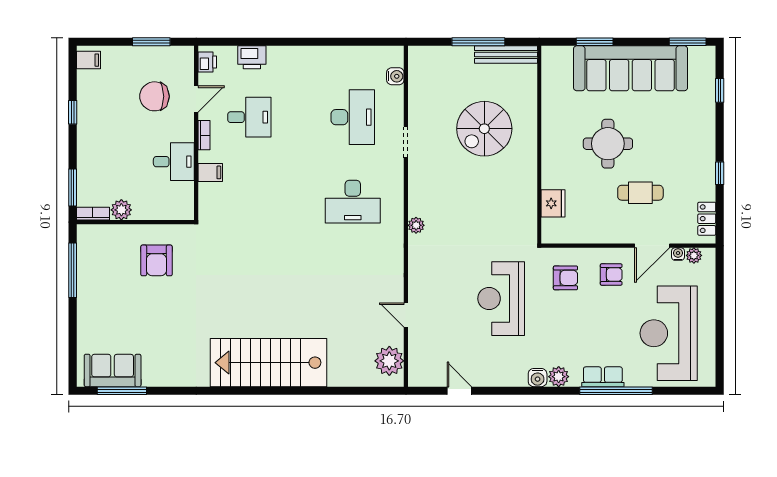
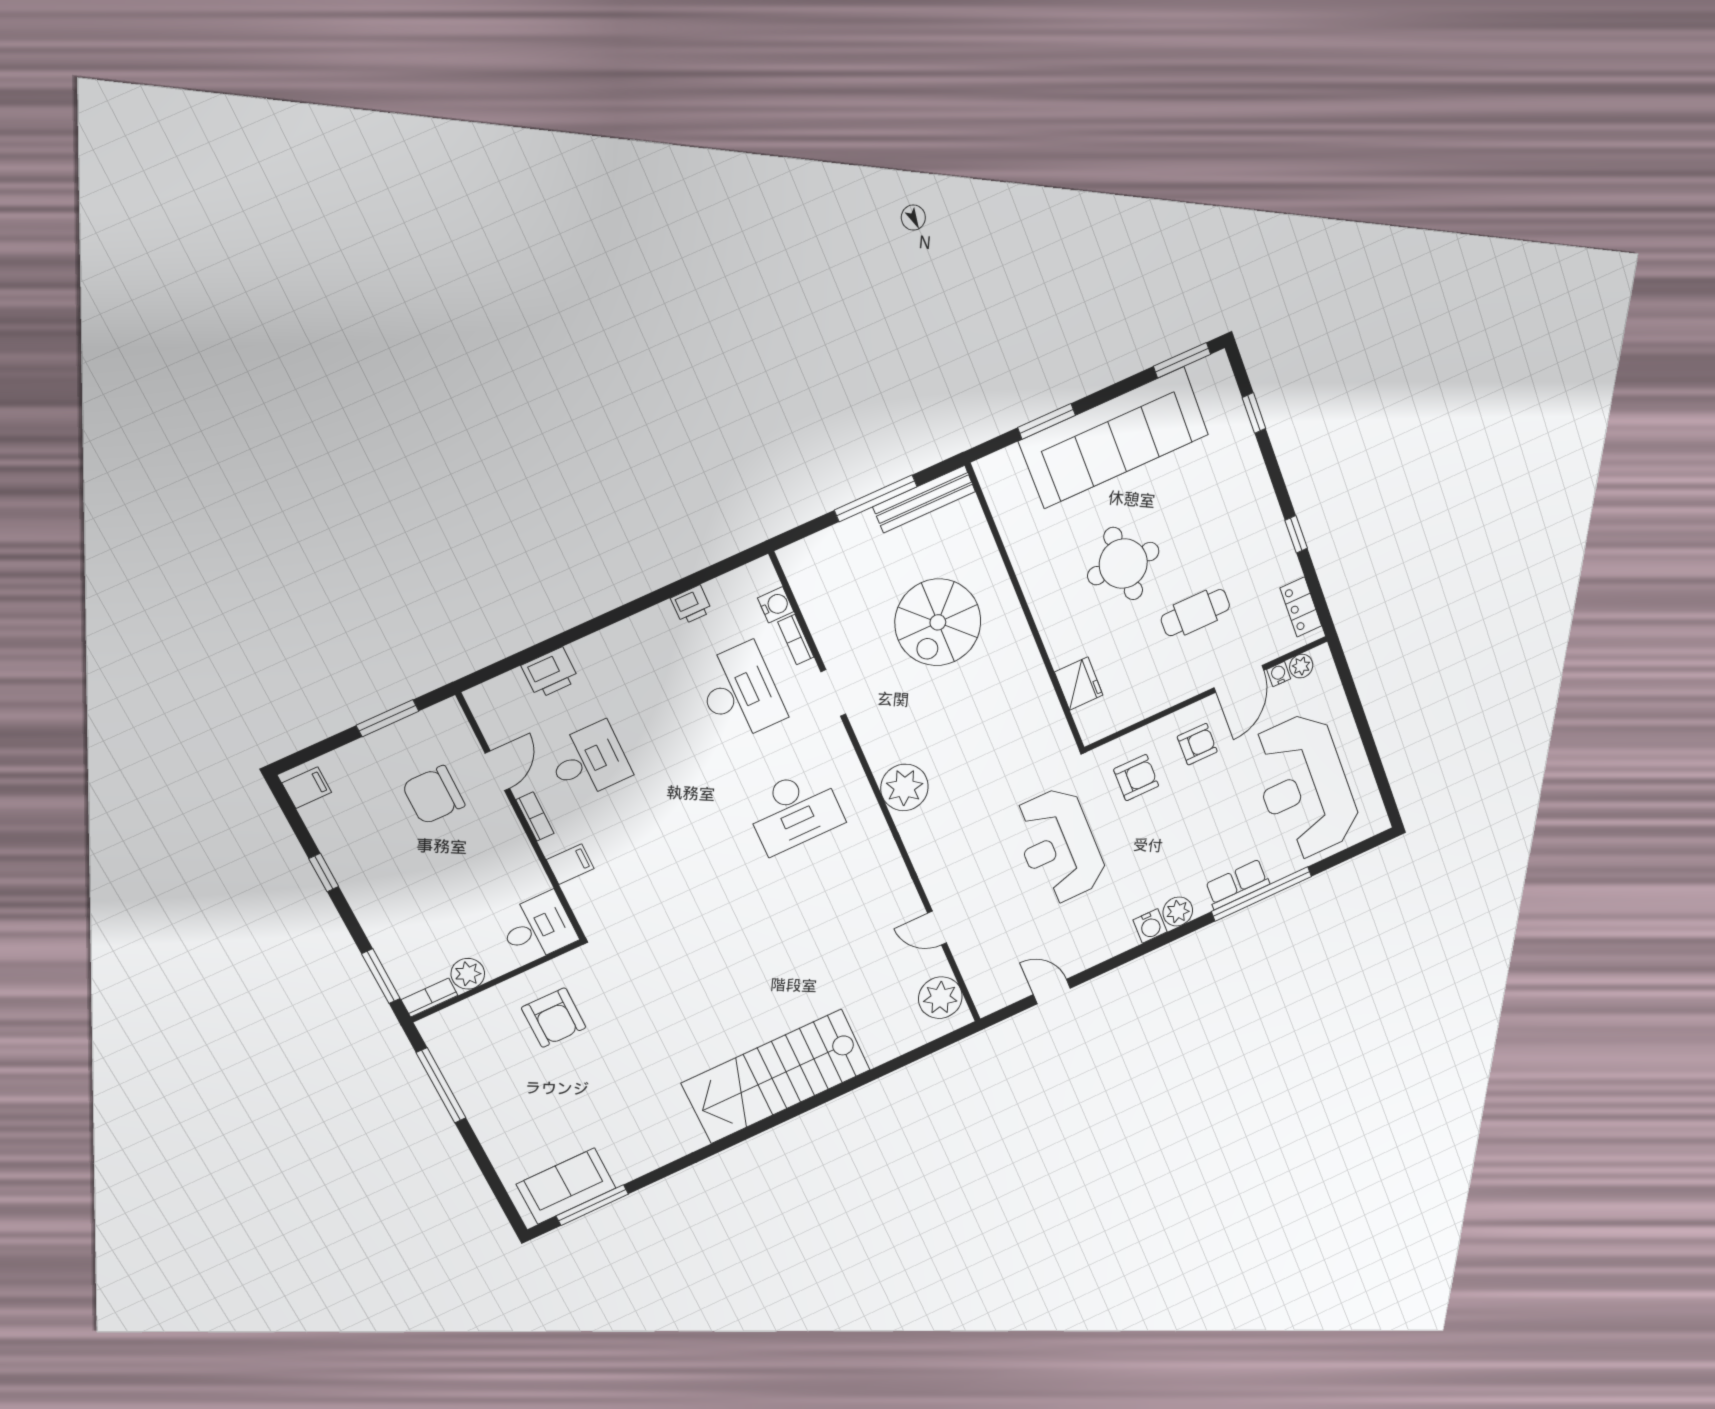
printer: (207, 62) -> (691, 605), moved, turned 90
bookcase: (398, 101) -> (796, 640), added
desk: (174, 162) -> (538, 928), moved
plant: (416, 225) -> (904, 787), width x1.87, depth x1.87

